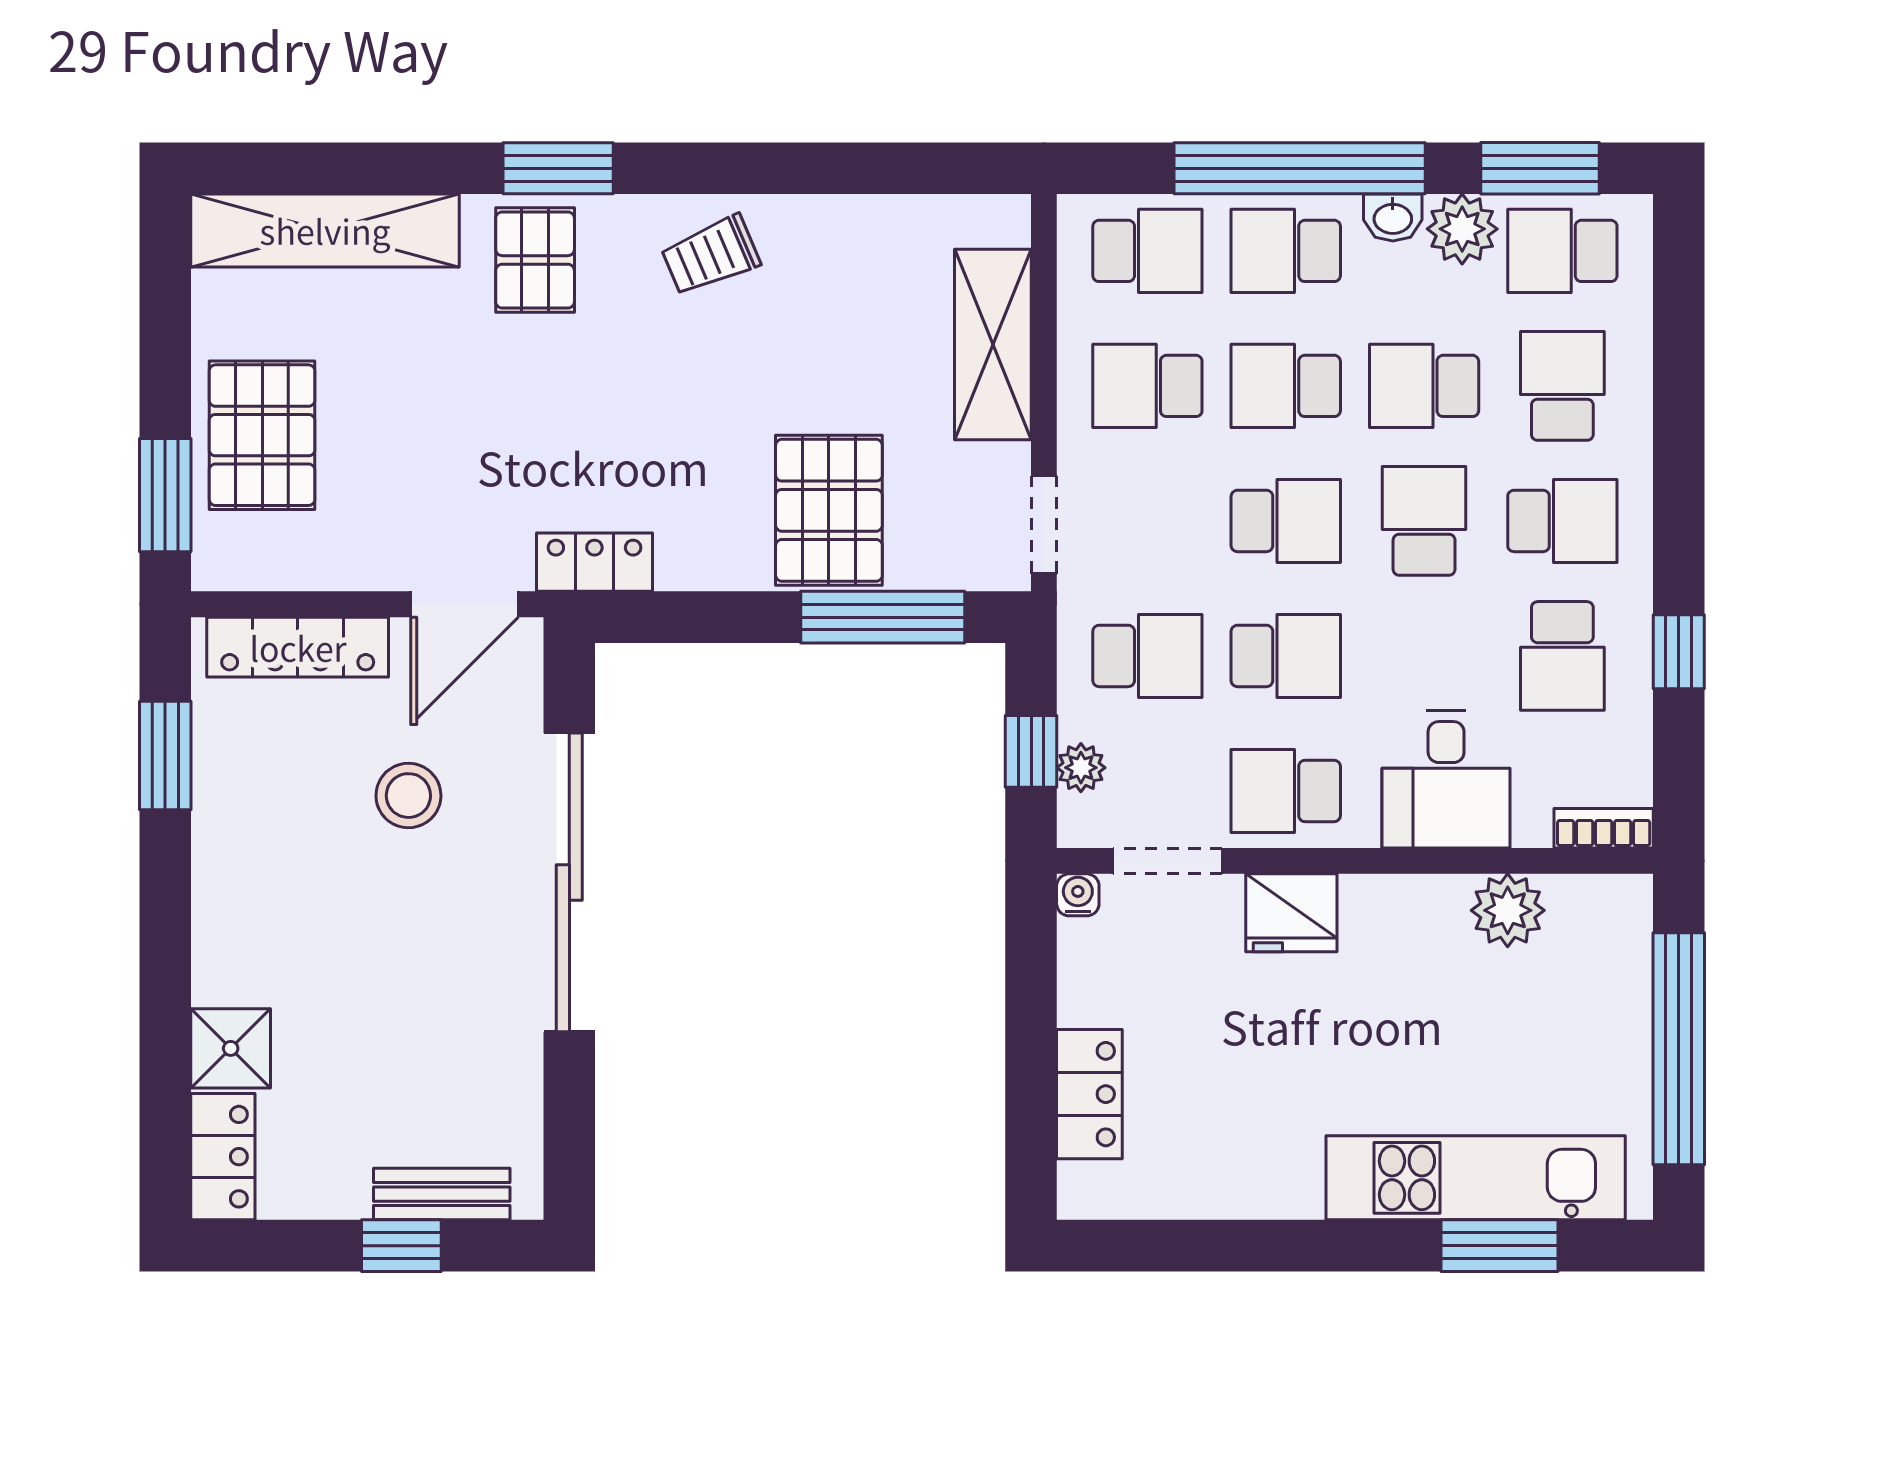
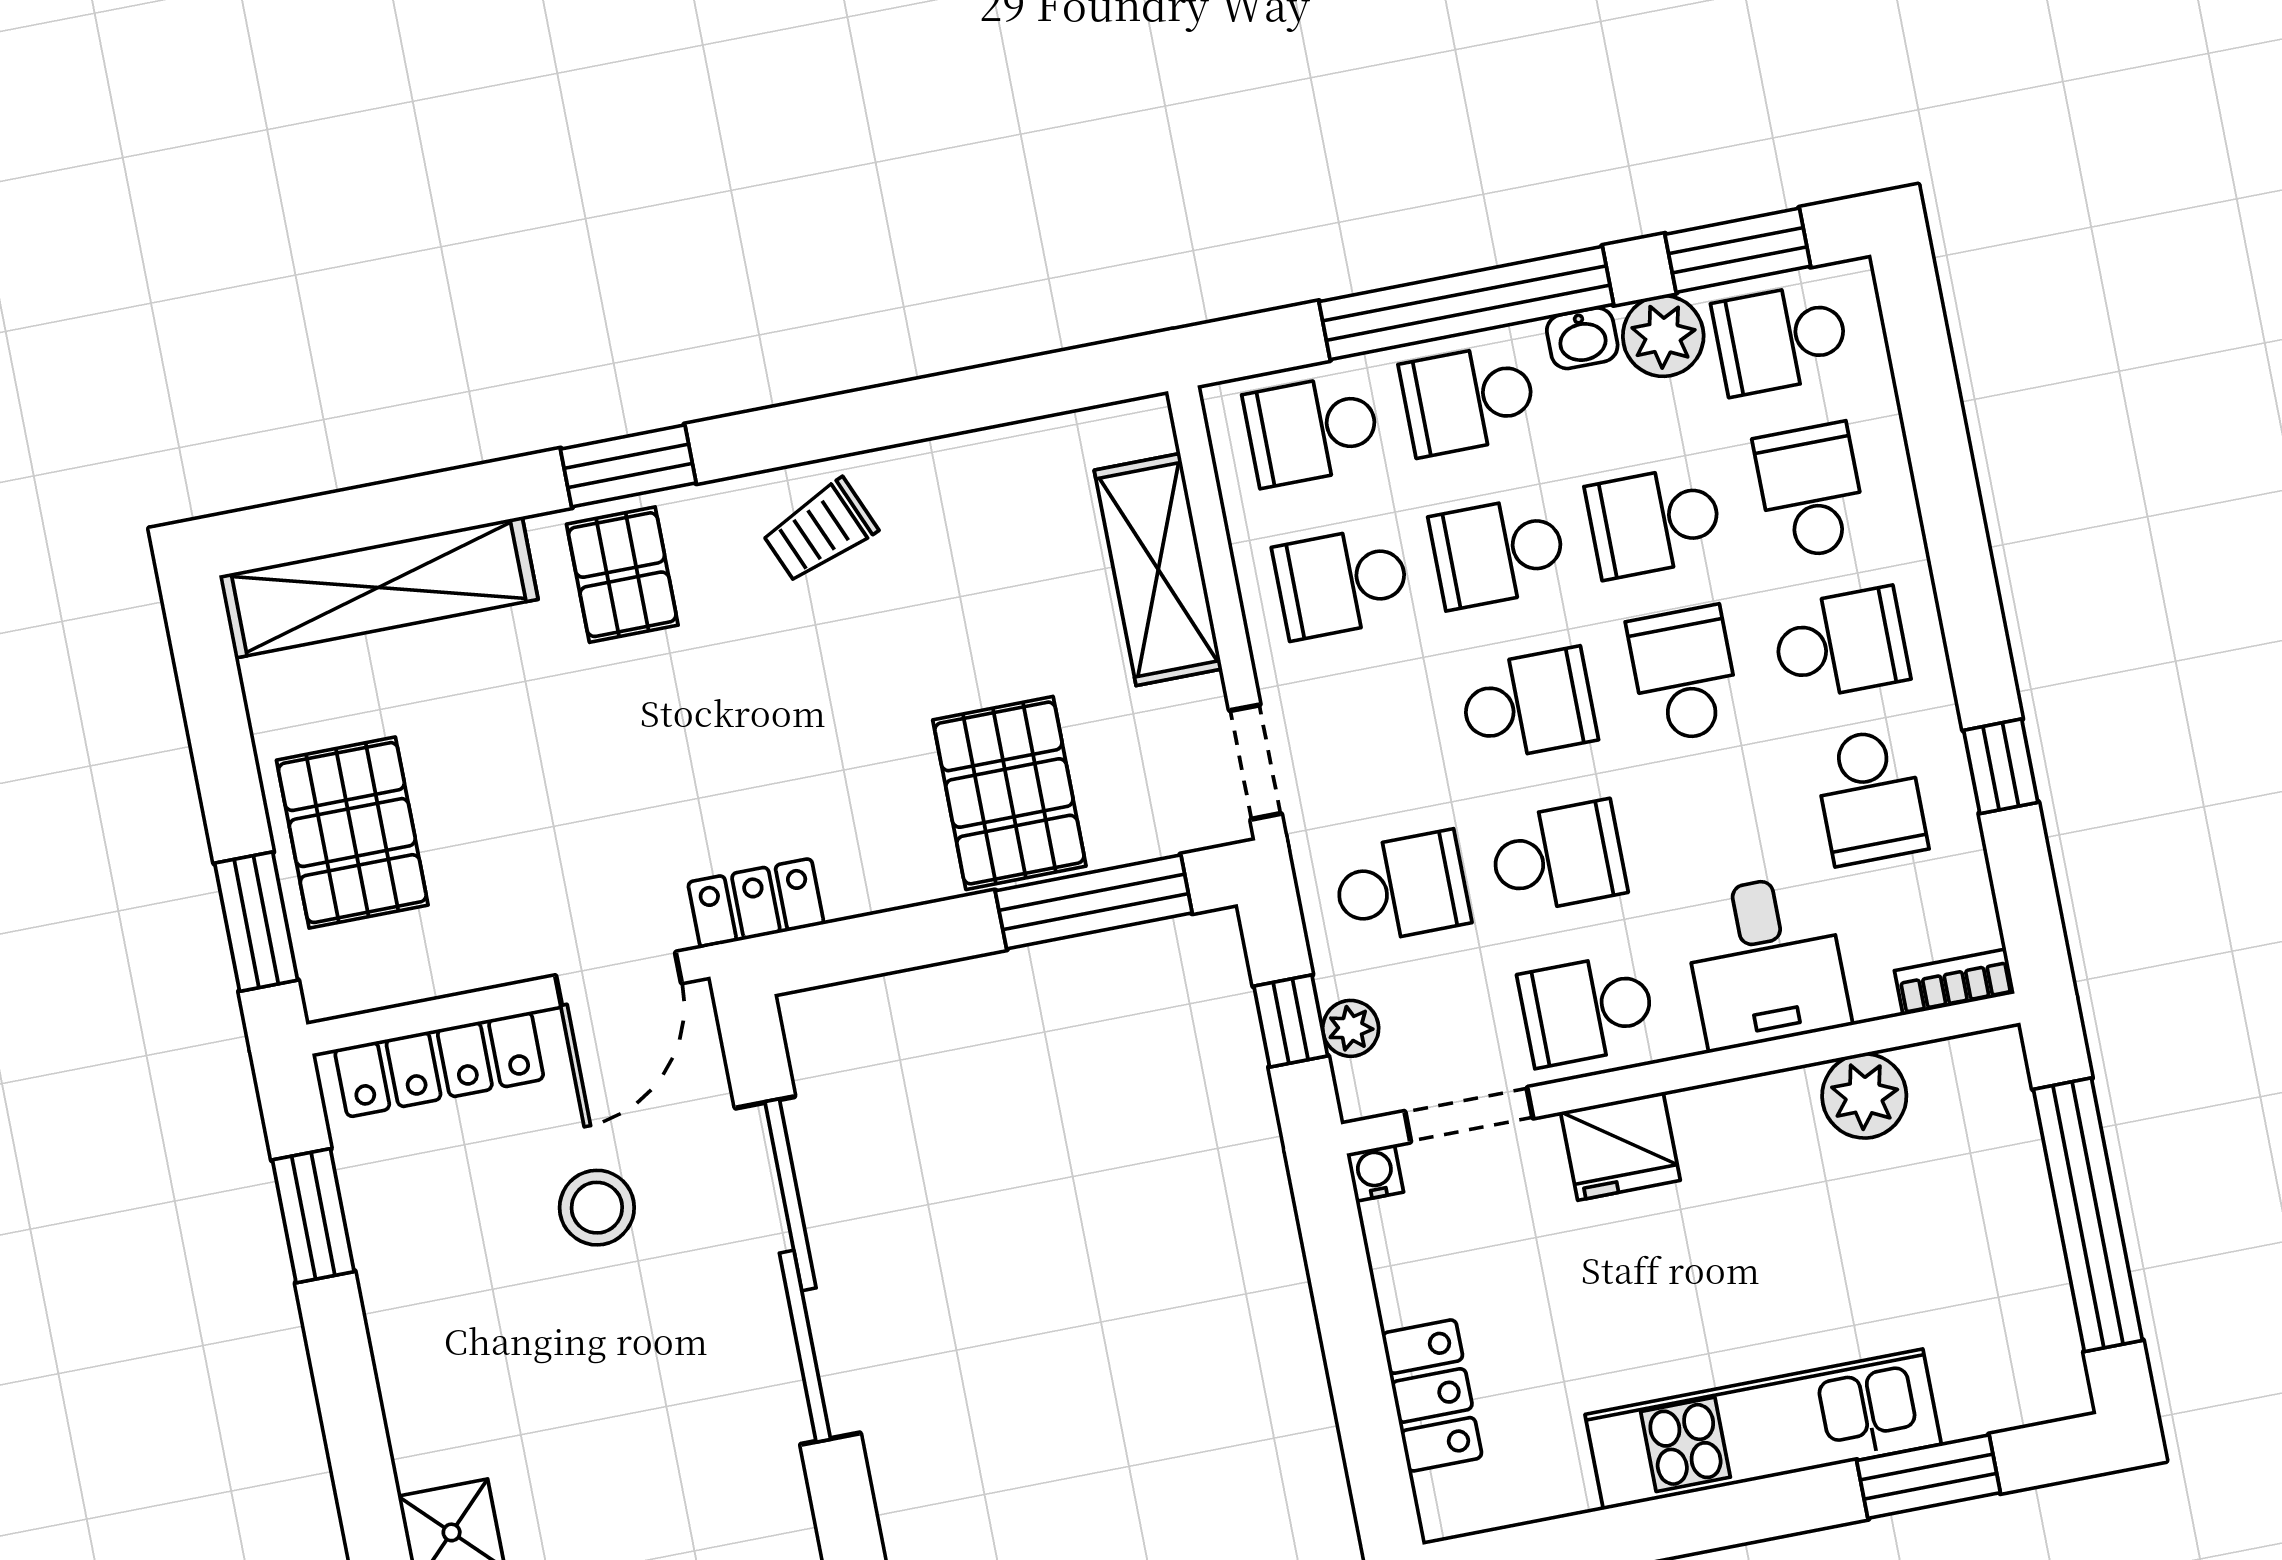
school desk: (1147, 251) -> (1312, 430), turned 180
kitchen unit: (1476, 1178) -> (1763, 1429), moved

